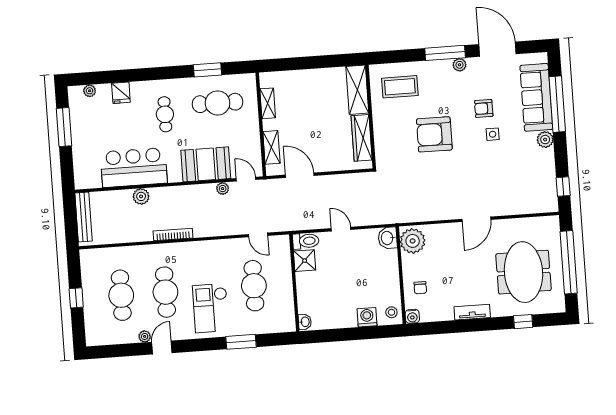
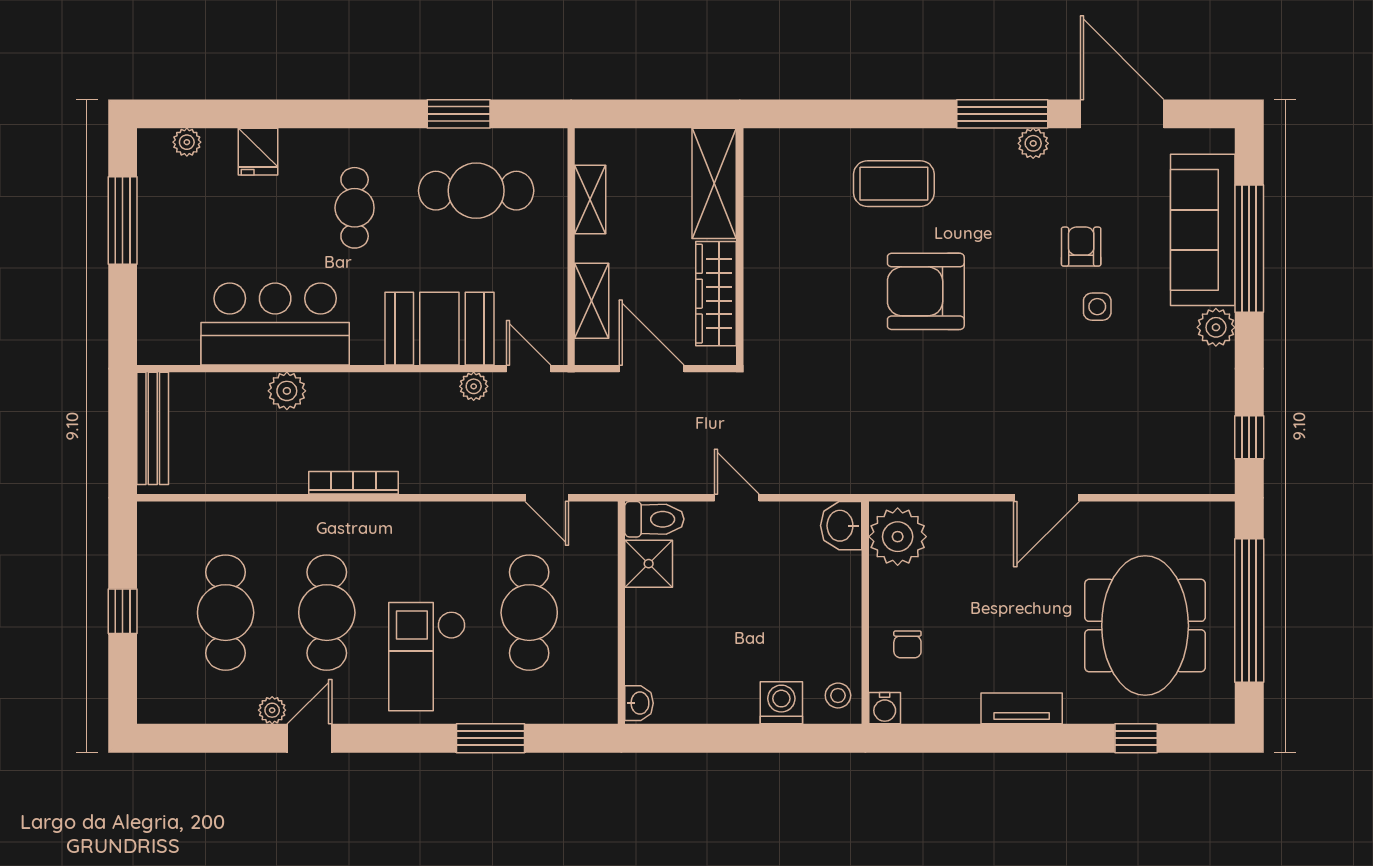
shelving: (357, 90) -> (714, 183), moved
armchair: (484, 108) -> (1081, 247), turned 90
wall: (371, 117) -> (740, 247), moved
armchair: (434, 134) -> (926, 291), moved
wardrobe: (362, 138) -> (716, 294), moved

